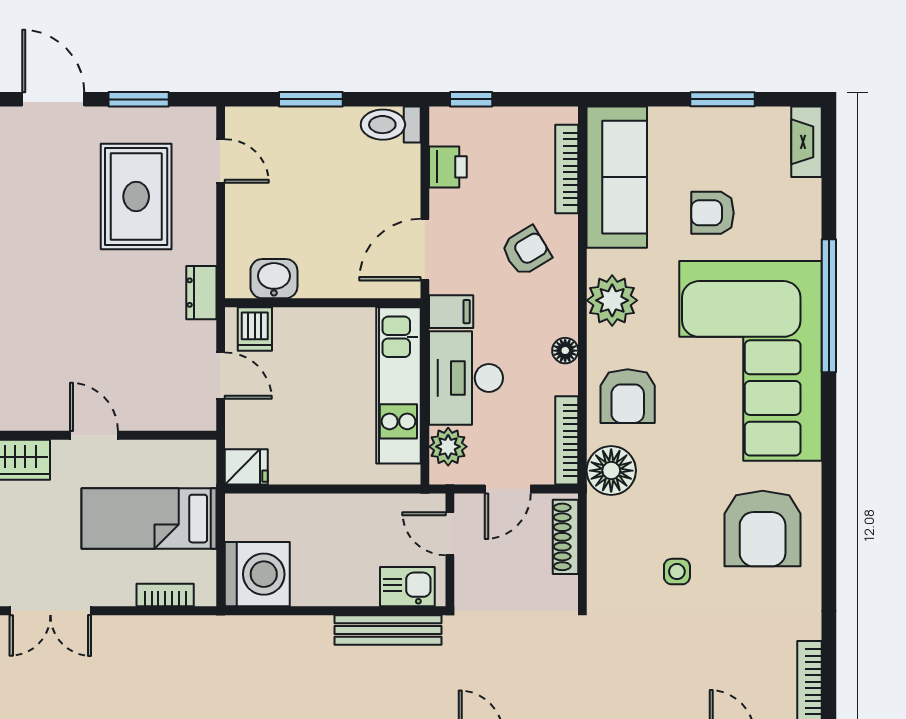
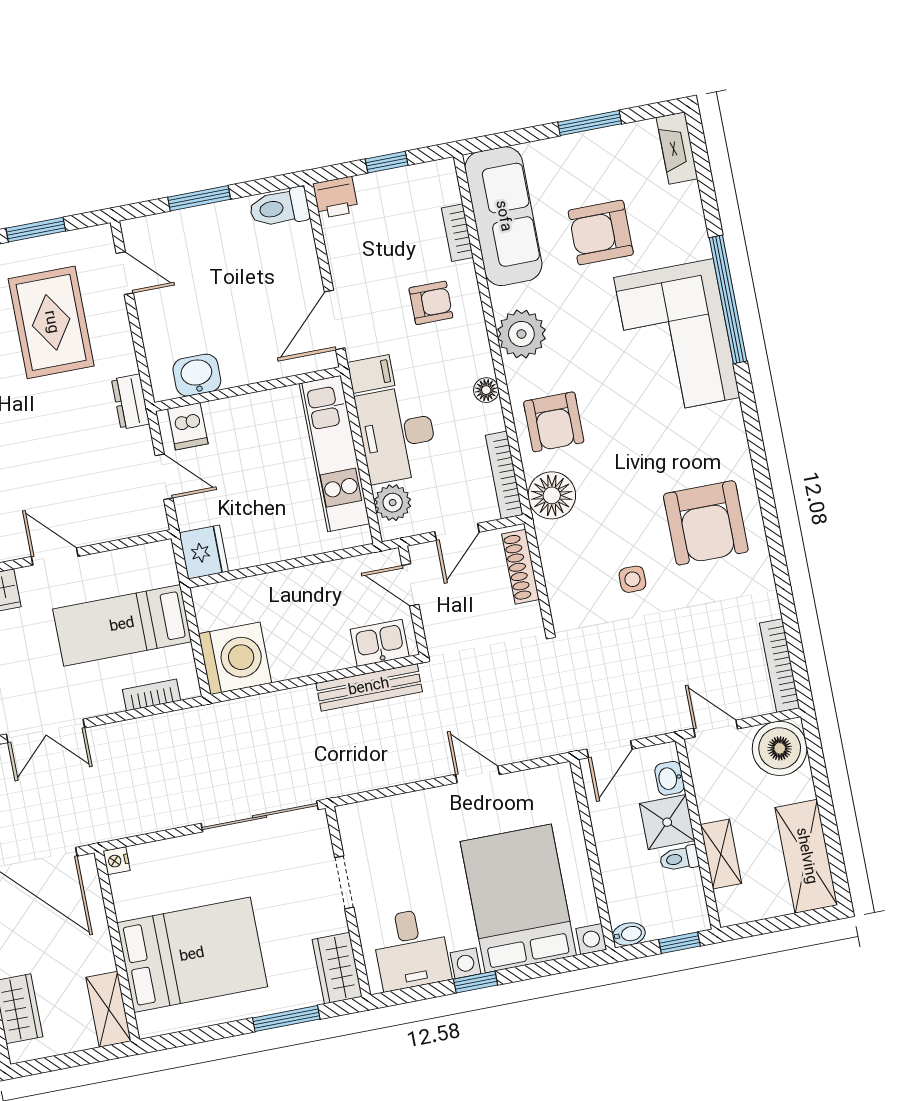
window: (471, 99) -> (387, 162), moved
printer: (448, 167) -> (336, 197), moved, turned 90
bookcase: (567, 169) -> (457, 233), width x0.64
armchair: (712, 213) -> (601, 233), width x1.38, depth x1.38
armchair: (526, 251) -> (431, 303), turned 31
corner sofa: (750, 361) -> (677, 337), width x0.73, depth x0.74
fridge: (246, 467) -> (204, 552), width x1.38

